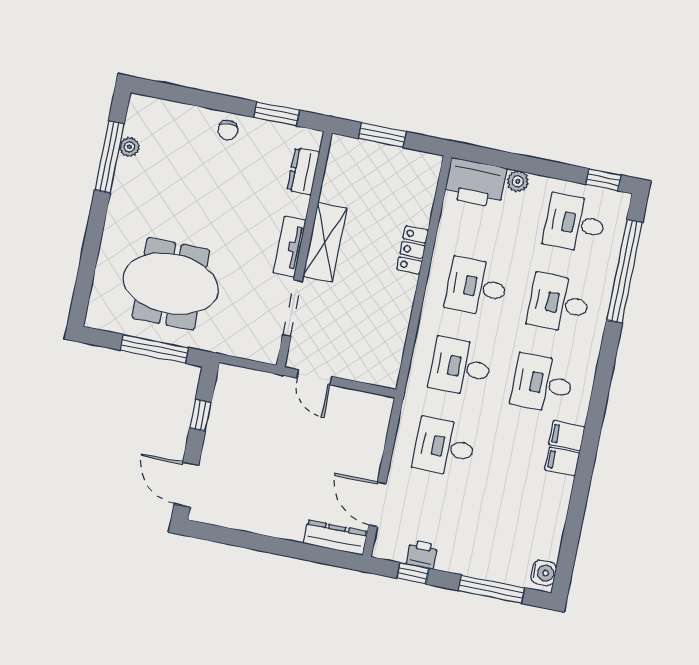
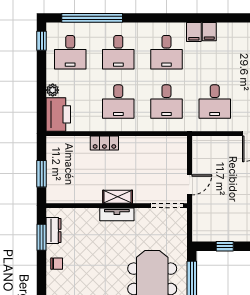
dresser: (303, 171) -> (54, 230), moved, turned -90
shelving: (325, 242) -> (118, 197), width x0.67, depth x0.75
doorway: (292, 308) -> (167, 206), moved

